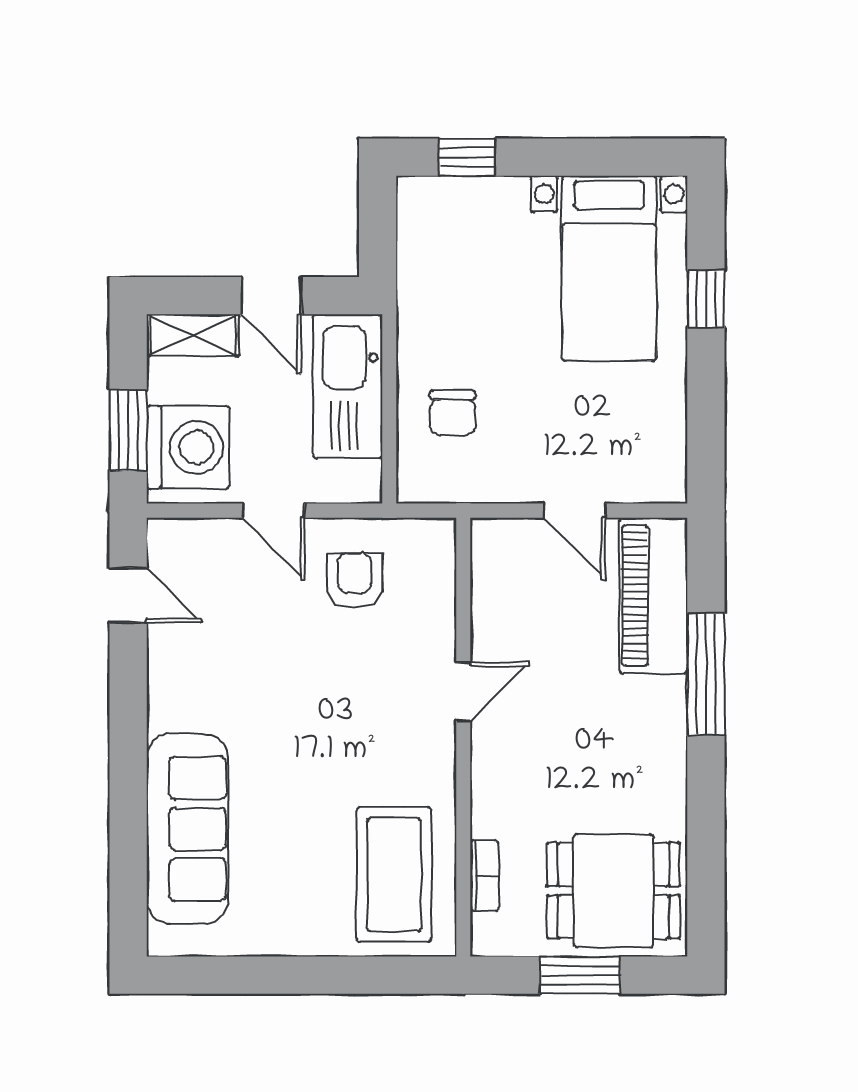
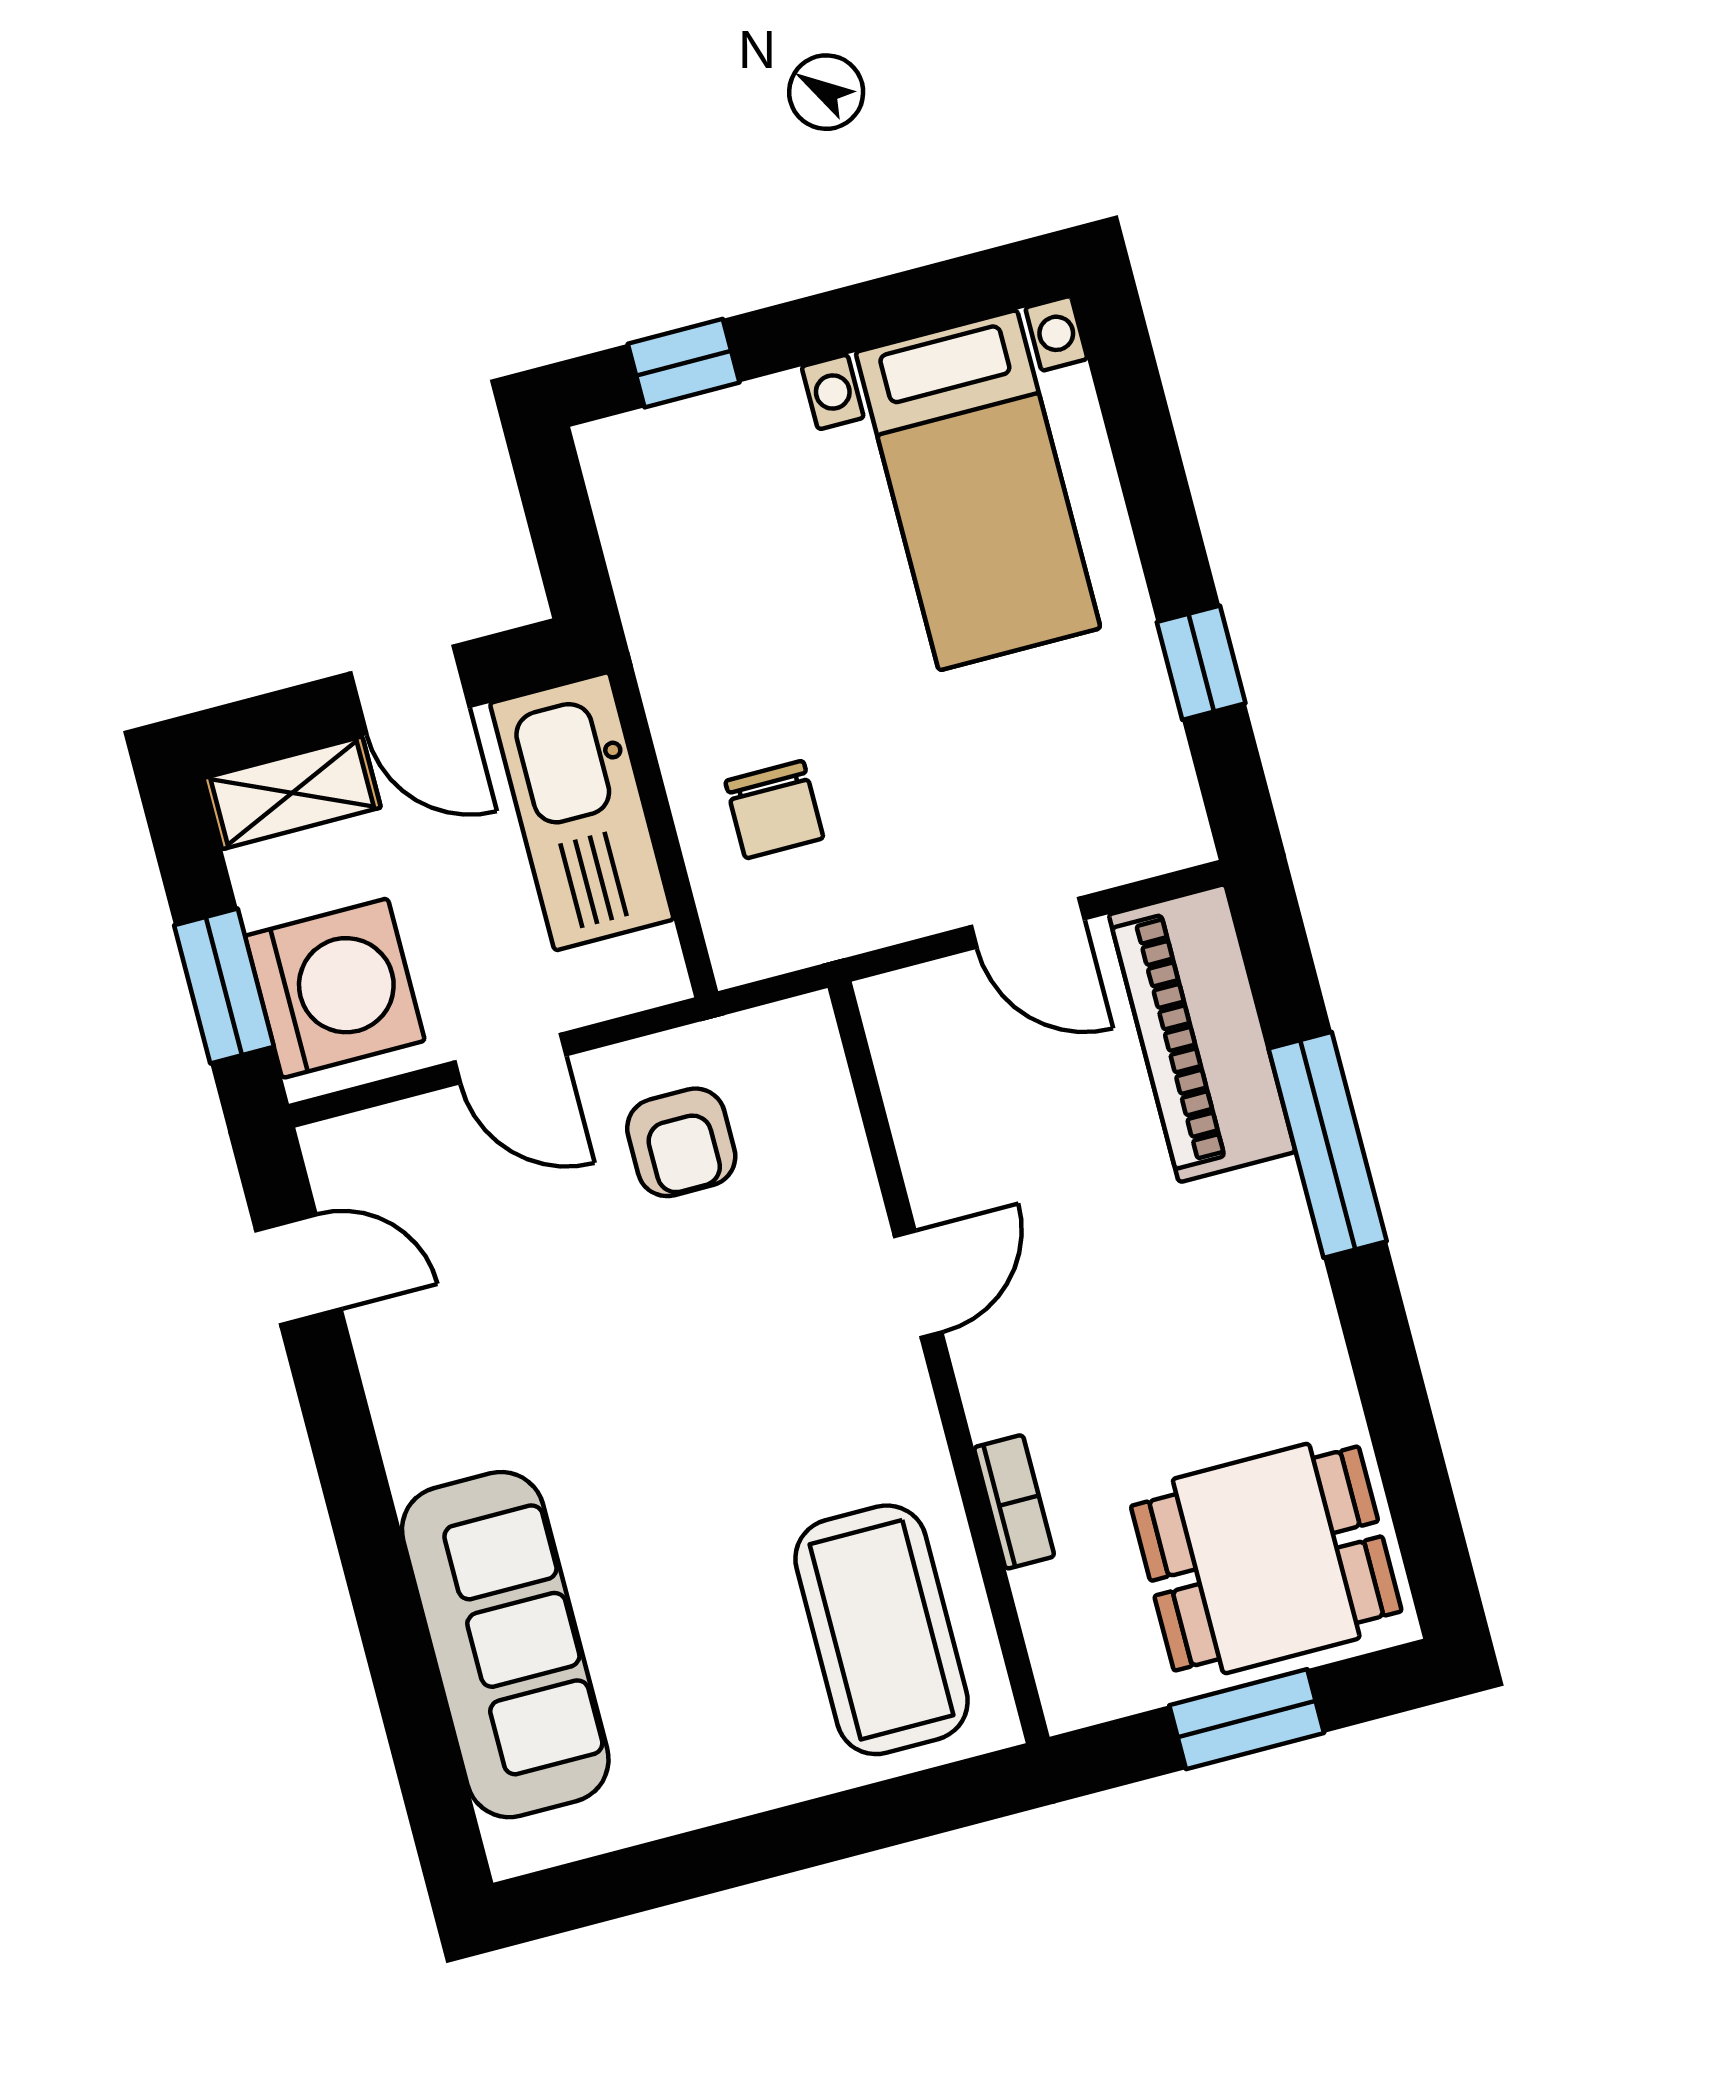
window: (706, 299) -> (1201, 663), moved
armchair: (355, 581) -> (681, 1142), turned 180
bookcase: (484, 875) -> (1014, 1502), moved

